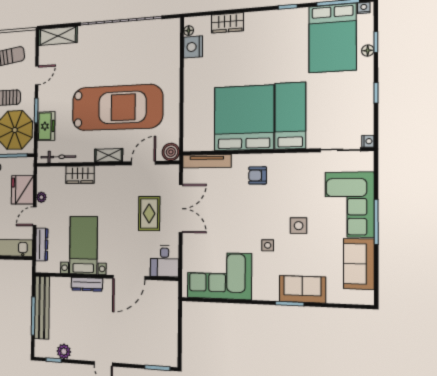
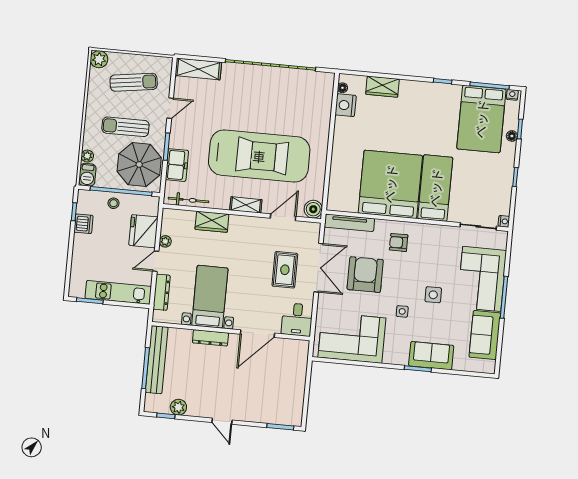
armchair: (227, 211) -> (365, 275), added

